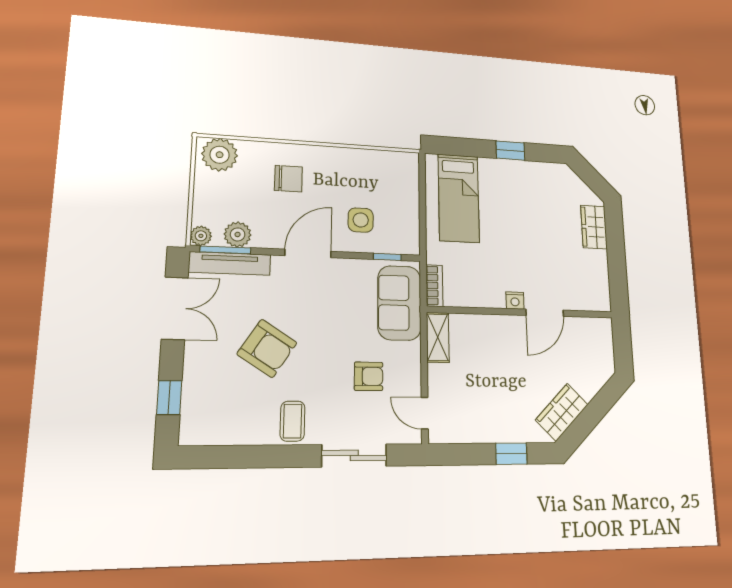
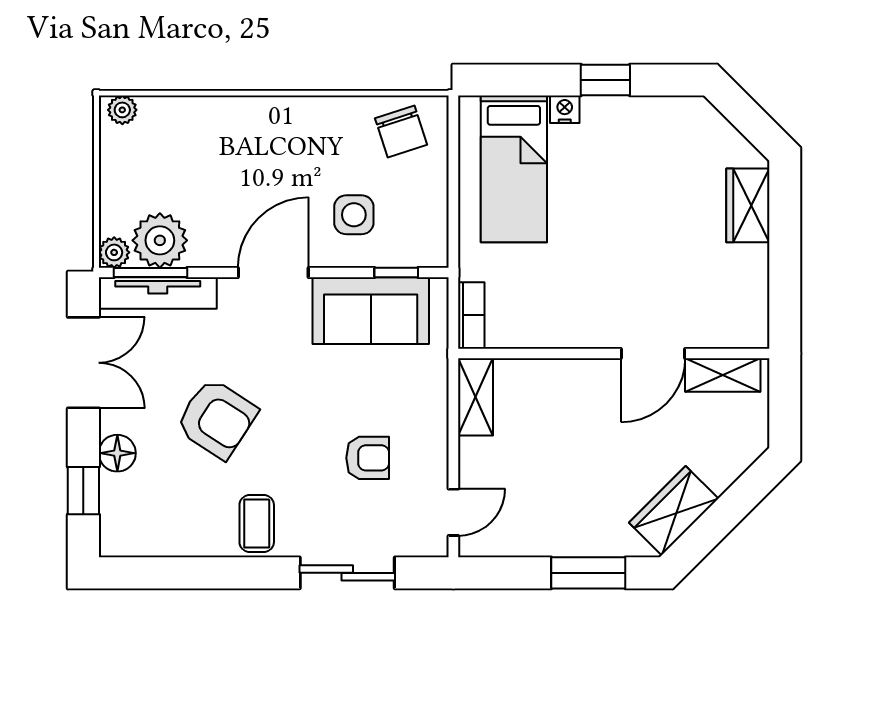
plant: (220, 155) -> (122, 110), width x0.53, depth x0.53
chair: (288, 179) -> (401, 132), moved, turned 72
plant: (238, 234) -> (160, 240), width x1.36, depth x1.36
nightstand: (515, 300) -> (565, 109), moved, turned 180
sofa: (399, 303) -> (371, 311), moved, turned -90
shelving: (586, 327) -> (723, 375), added
floor lamp: (196, 371) -> (117, 453), added
door: (425, 413) -> (453, 512), swing flipped
window: (511, 454) -> (588, 573), width x1.50

